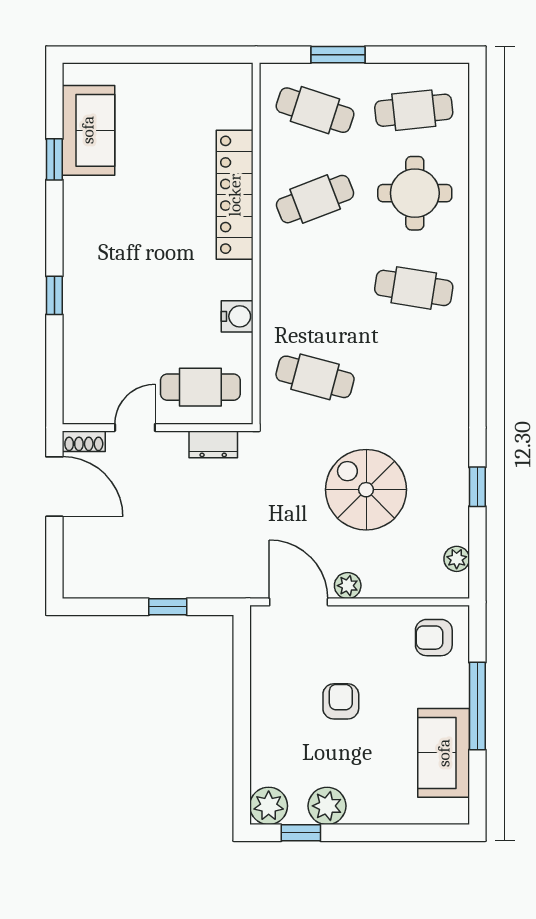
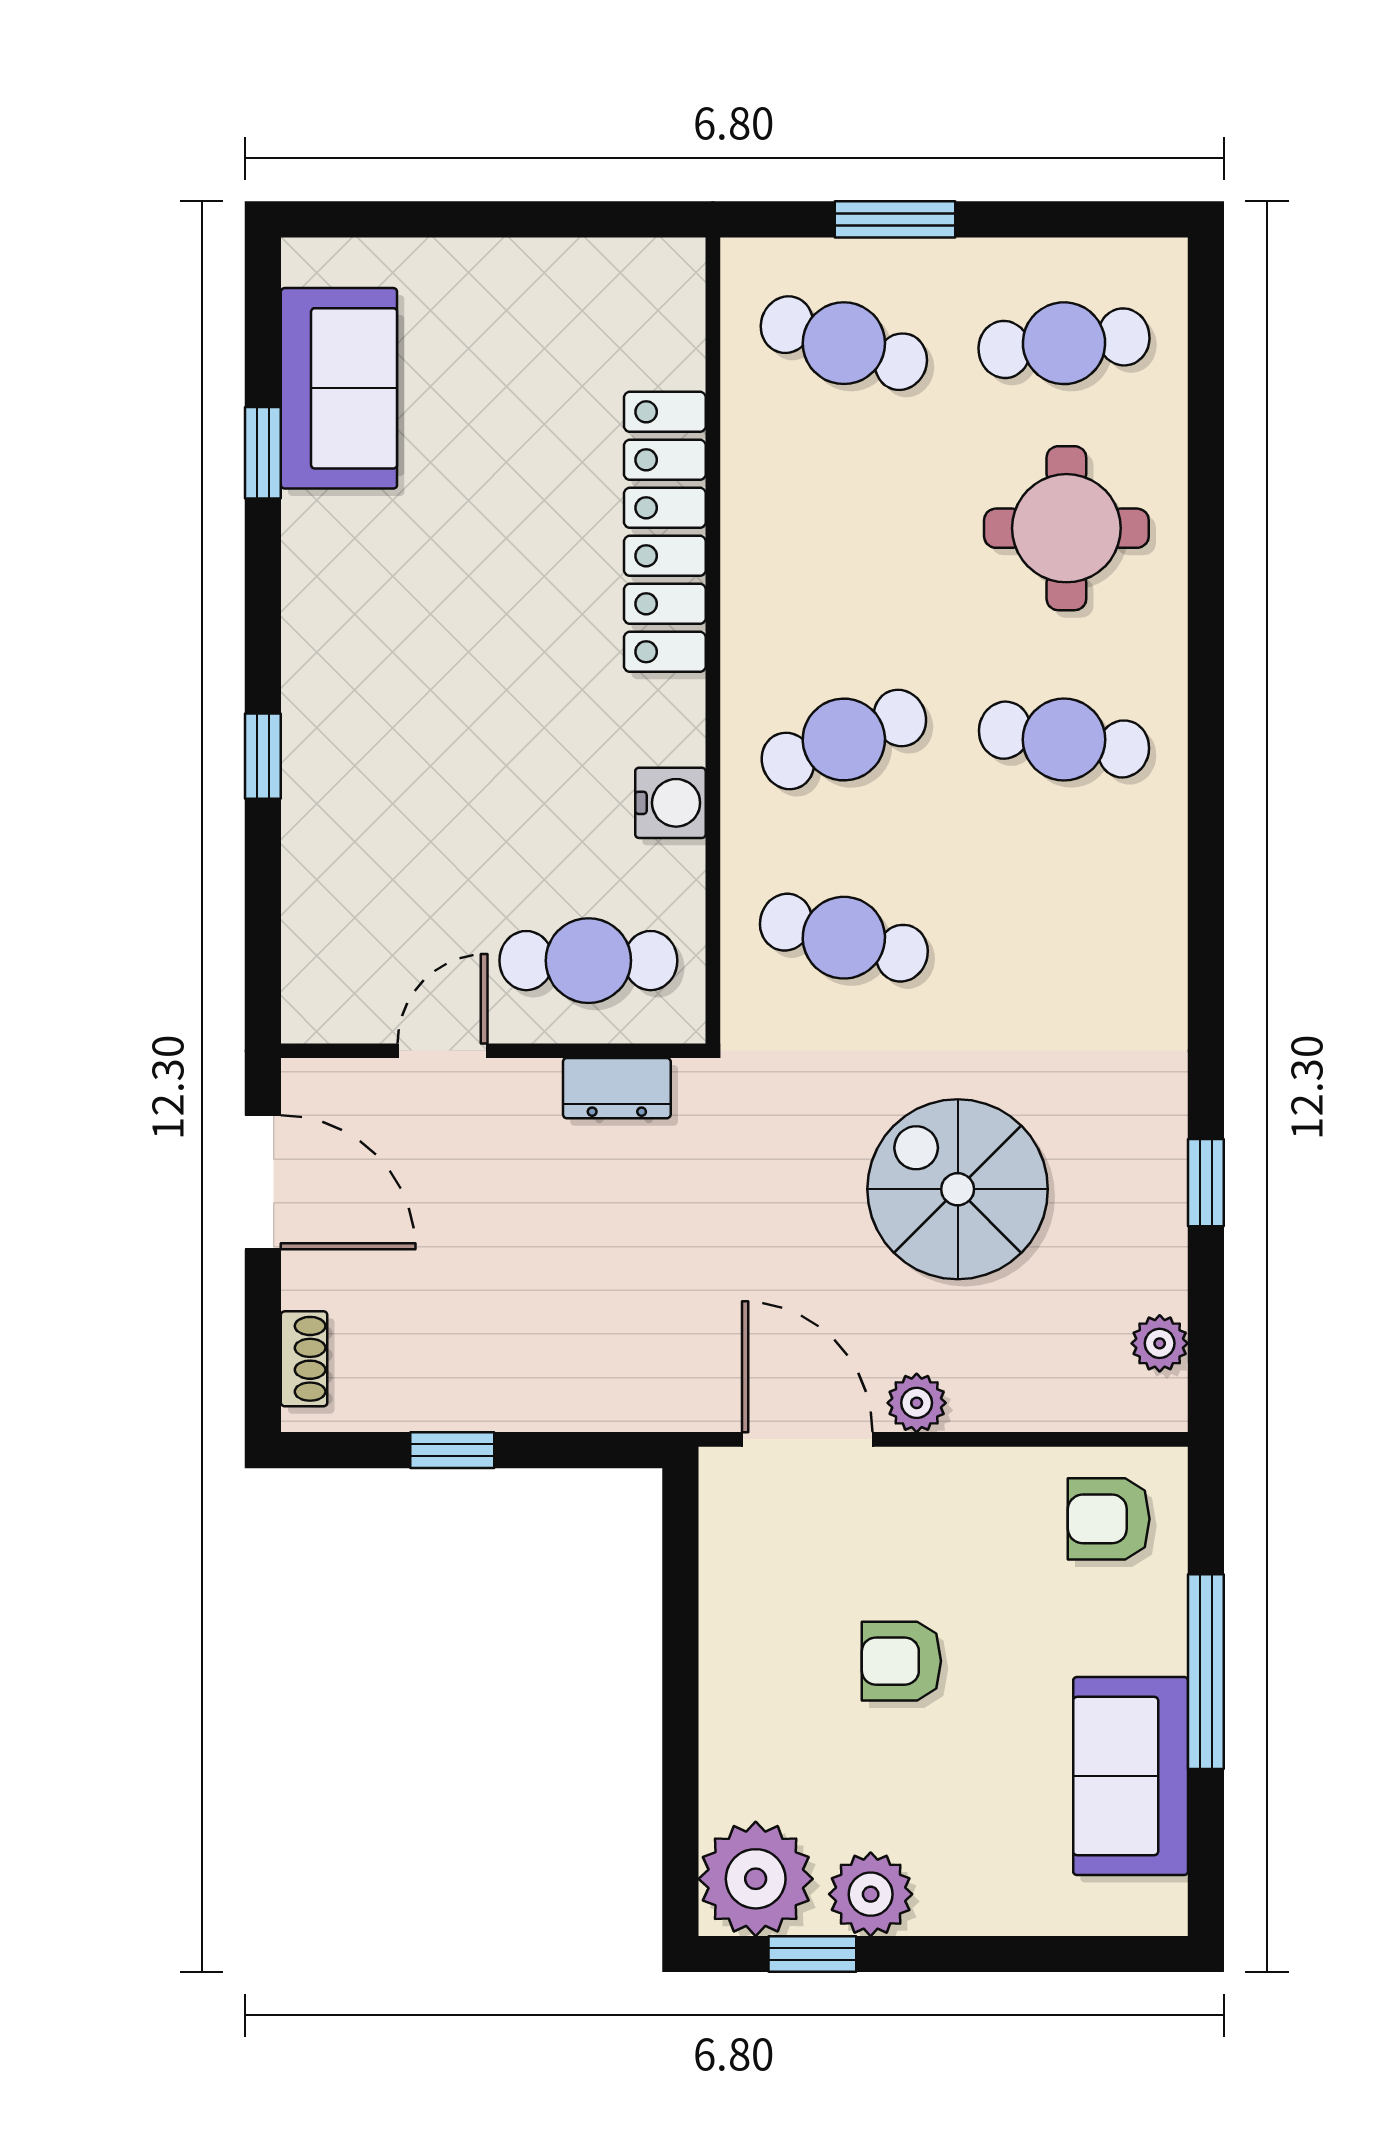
cafe table: (315, 199) -> (844, 740), moved
shoe rack: (84, 441) -> (304, 1359), moved, turned -90
window: (168, 607) -> (452, 1450), moved
armchair: (341, 701) -> (901, 1661), turned -90
plant: (269, 806) -> (756, 1879), width x1.36, depth x1.36

